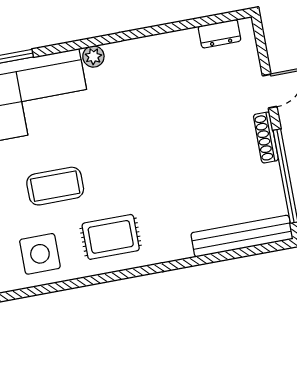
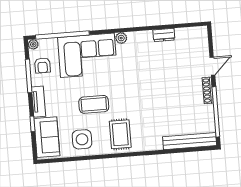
dresser: (220, 34) -> (164, 35), moved
rug: (111, 237) -> (120, 134), turned 90

